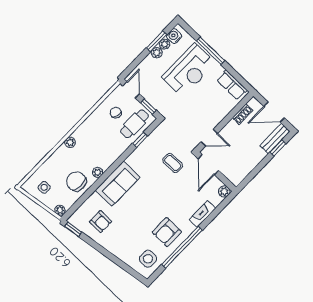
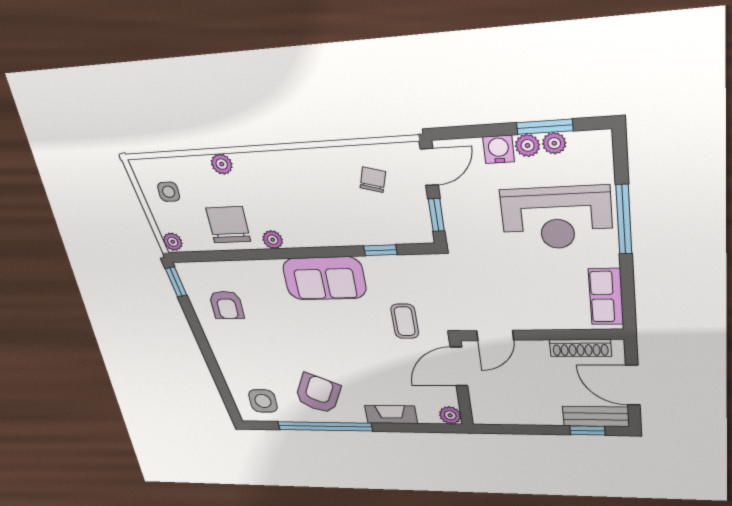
water cooler: (174, 36) -> (499, 149), moved
shoe rack: (243, 114) -> (580, 348), width x1.43
cafe table: (134, 124) -> (391, 221), removed
door: (209, 138) -> (495, 335), hinge flipped
plant: (70, 142) -> (222, 164), moved
sofa: (118, 184) -> (324, 278), moved
armchair: (167, 232) -> (318, 394), turned 115

